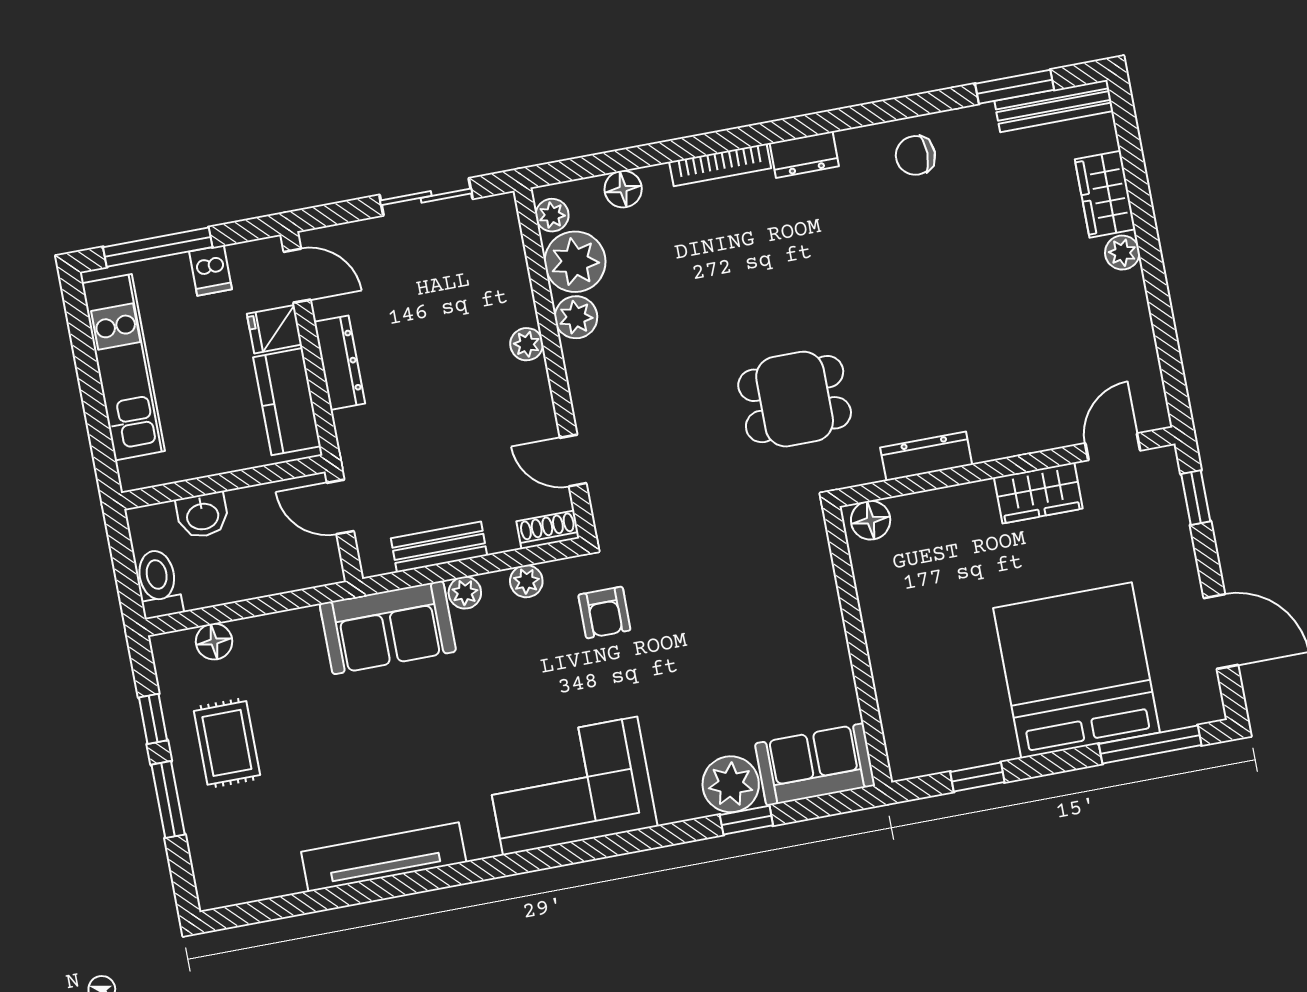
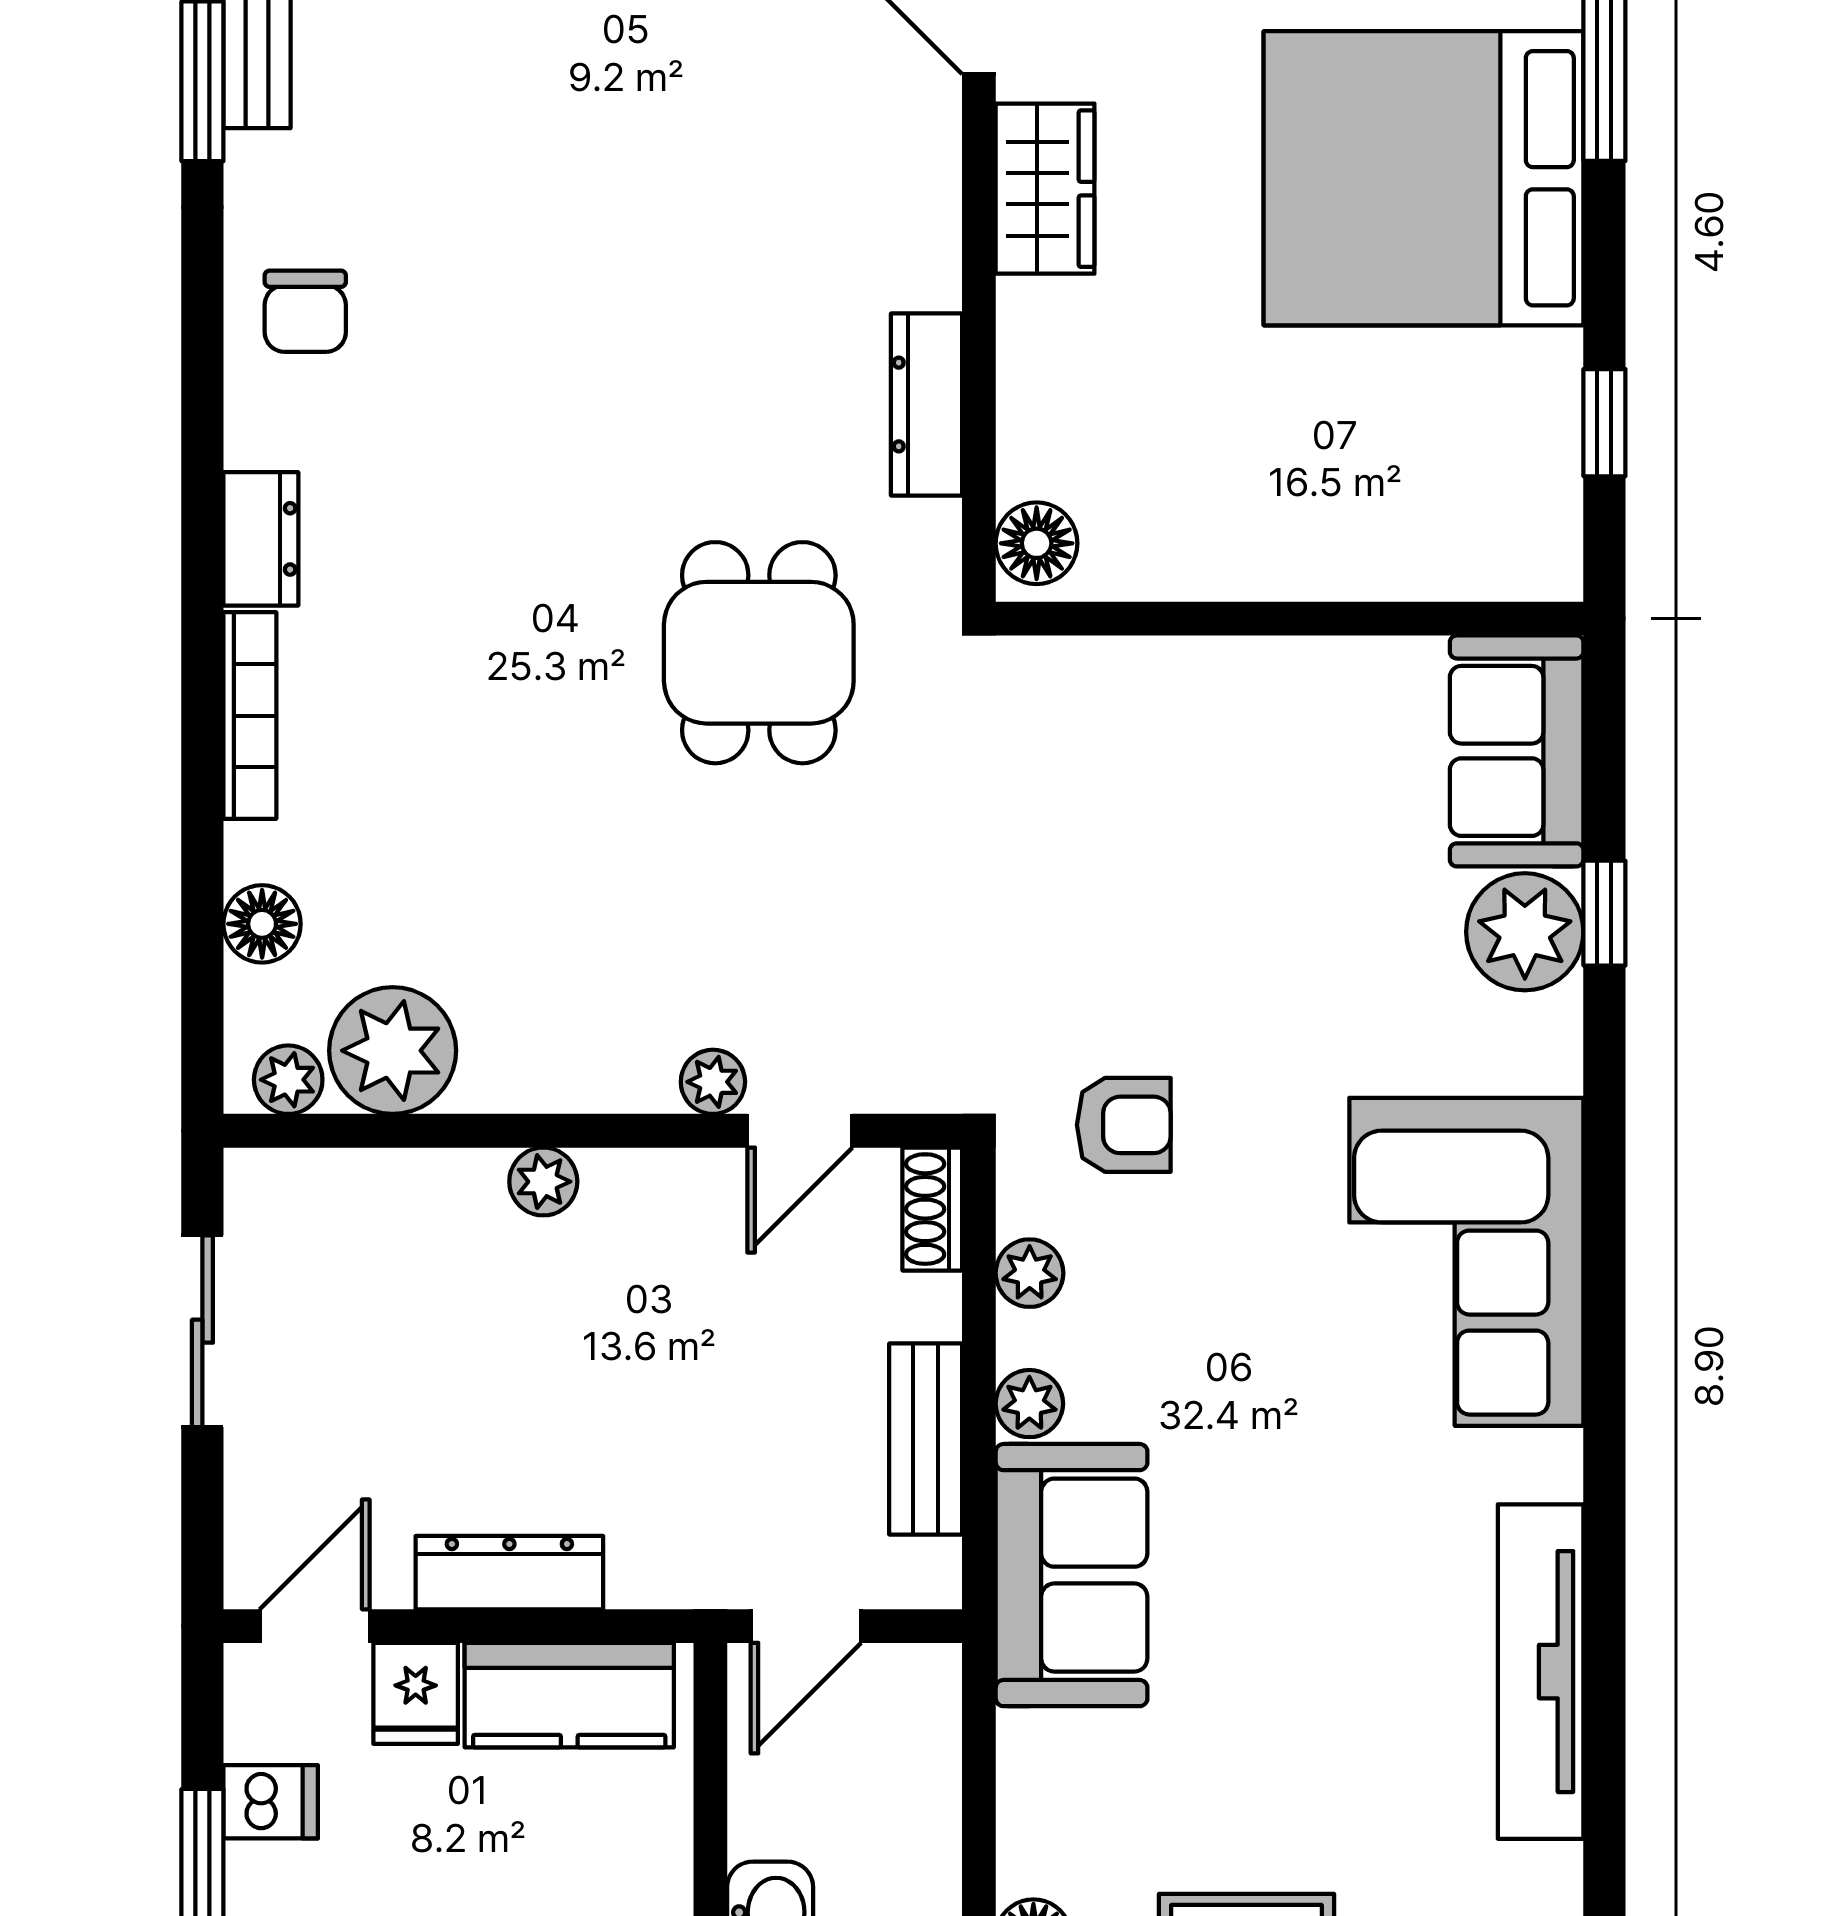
plant: (576, 317) -> (713, 1082), moved, width x0.73, depth x0.73

